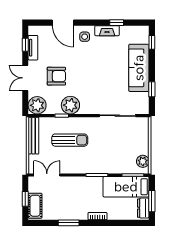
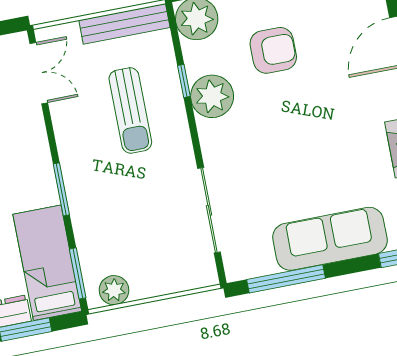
side table: (85, 37) -> (378, 98), removed
armchair: (56, 76) -> (273, 50), turned -90
window: (152, 89) -> (286, 279), width x2.17

